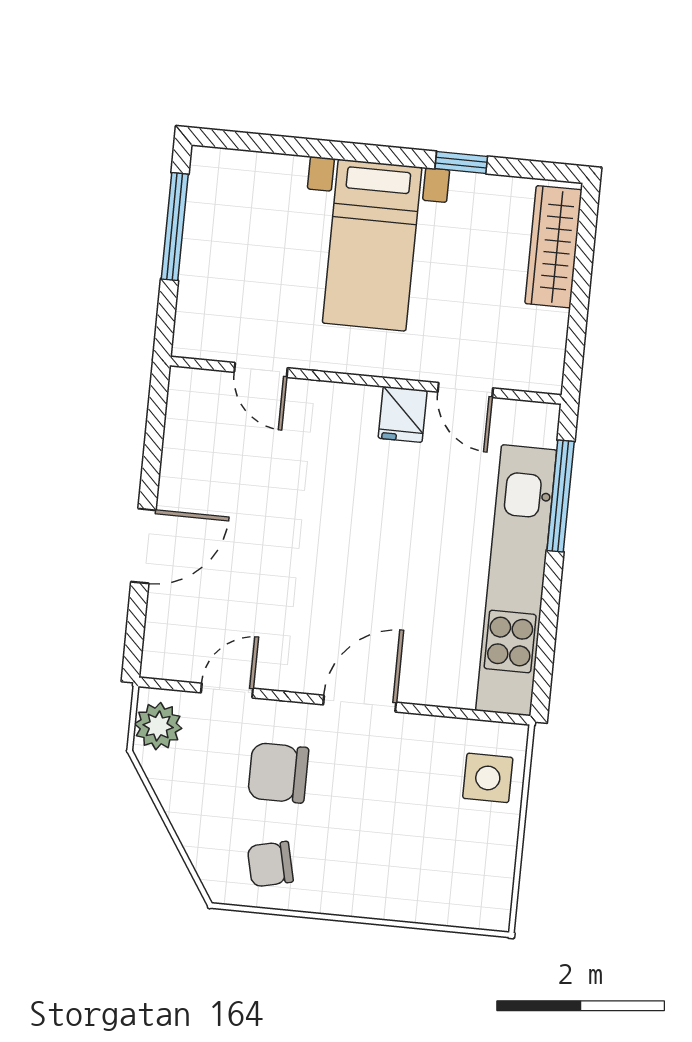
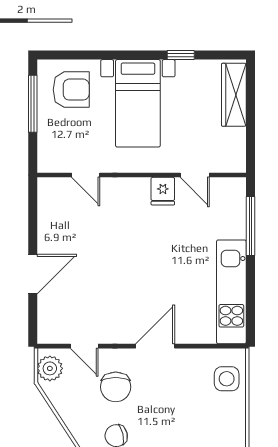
armchair: (249, 207) -> (71, 90), added
kitchen unit: (516, 580) -> (231, 292), width x0.73
door: (227, 691) -> (84, 346), swing flipped
chair: (278, 773) -> (116, 387), turned -90

